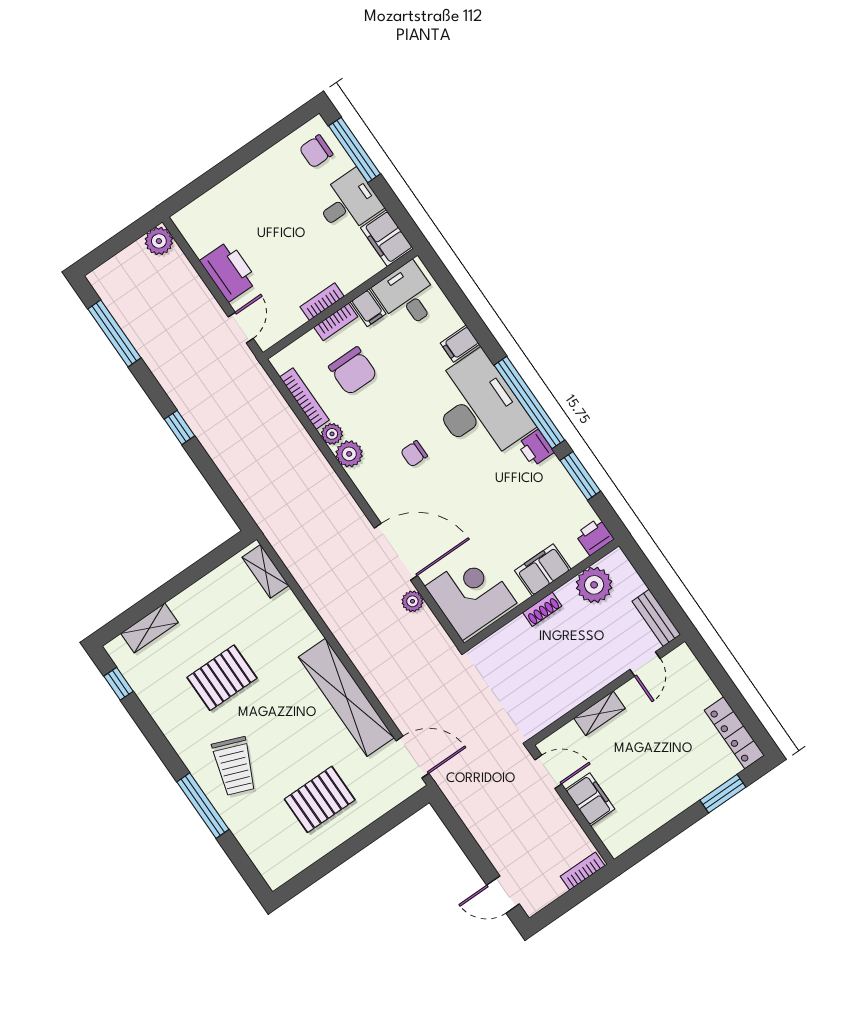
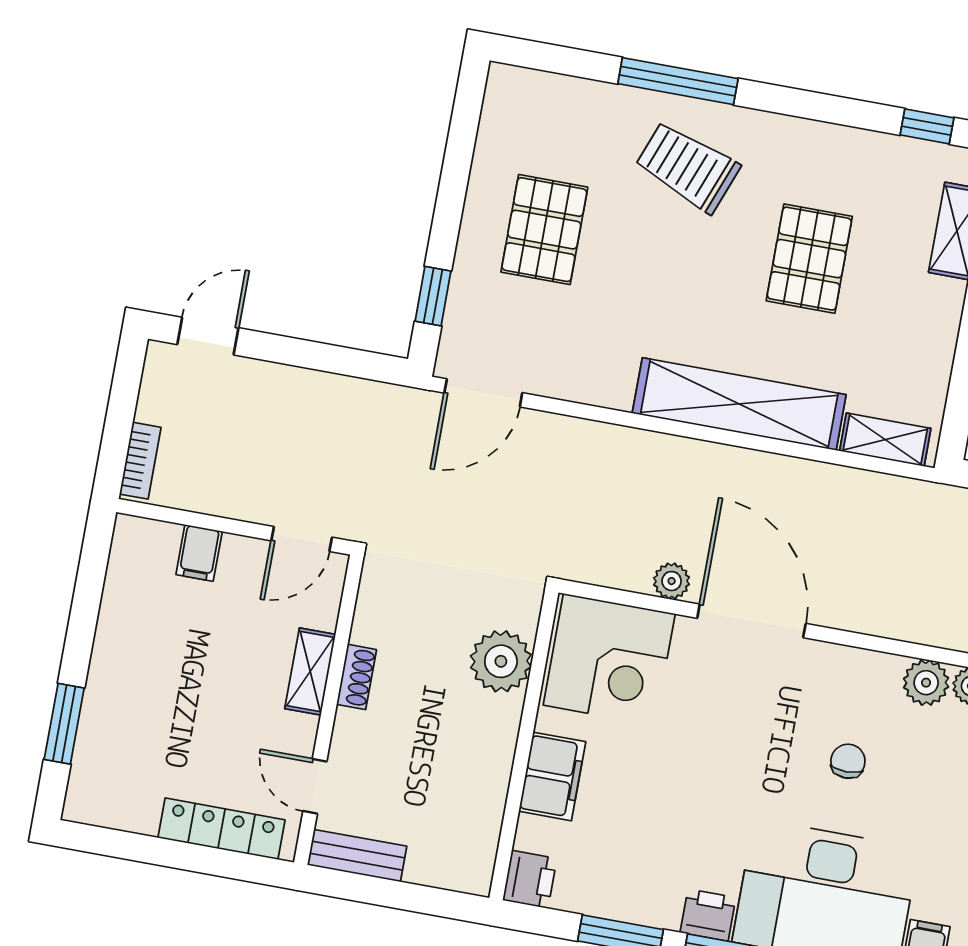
door: (396, 552) -> (751, 621), swing flipped
plant: (594, 585) -> (501, 661), moved
shoe rack: (542, 609) -> (357, 677), moved, turned 180
shelving: (346, 697) -> (739, 404), moved
locker: (734, 733) -> (222, 829), moved
filing cabinet: (590, 799) -> (199, 553), width x0.50
window: (393, 818) -> (433, 296), added

